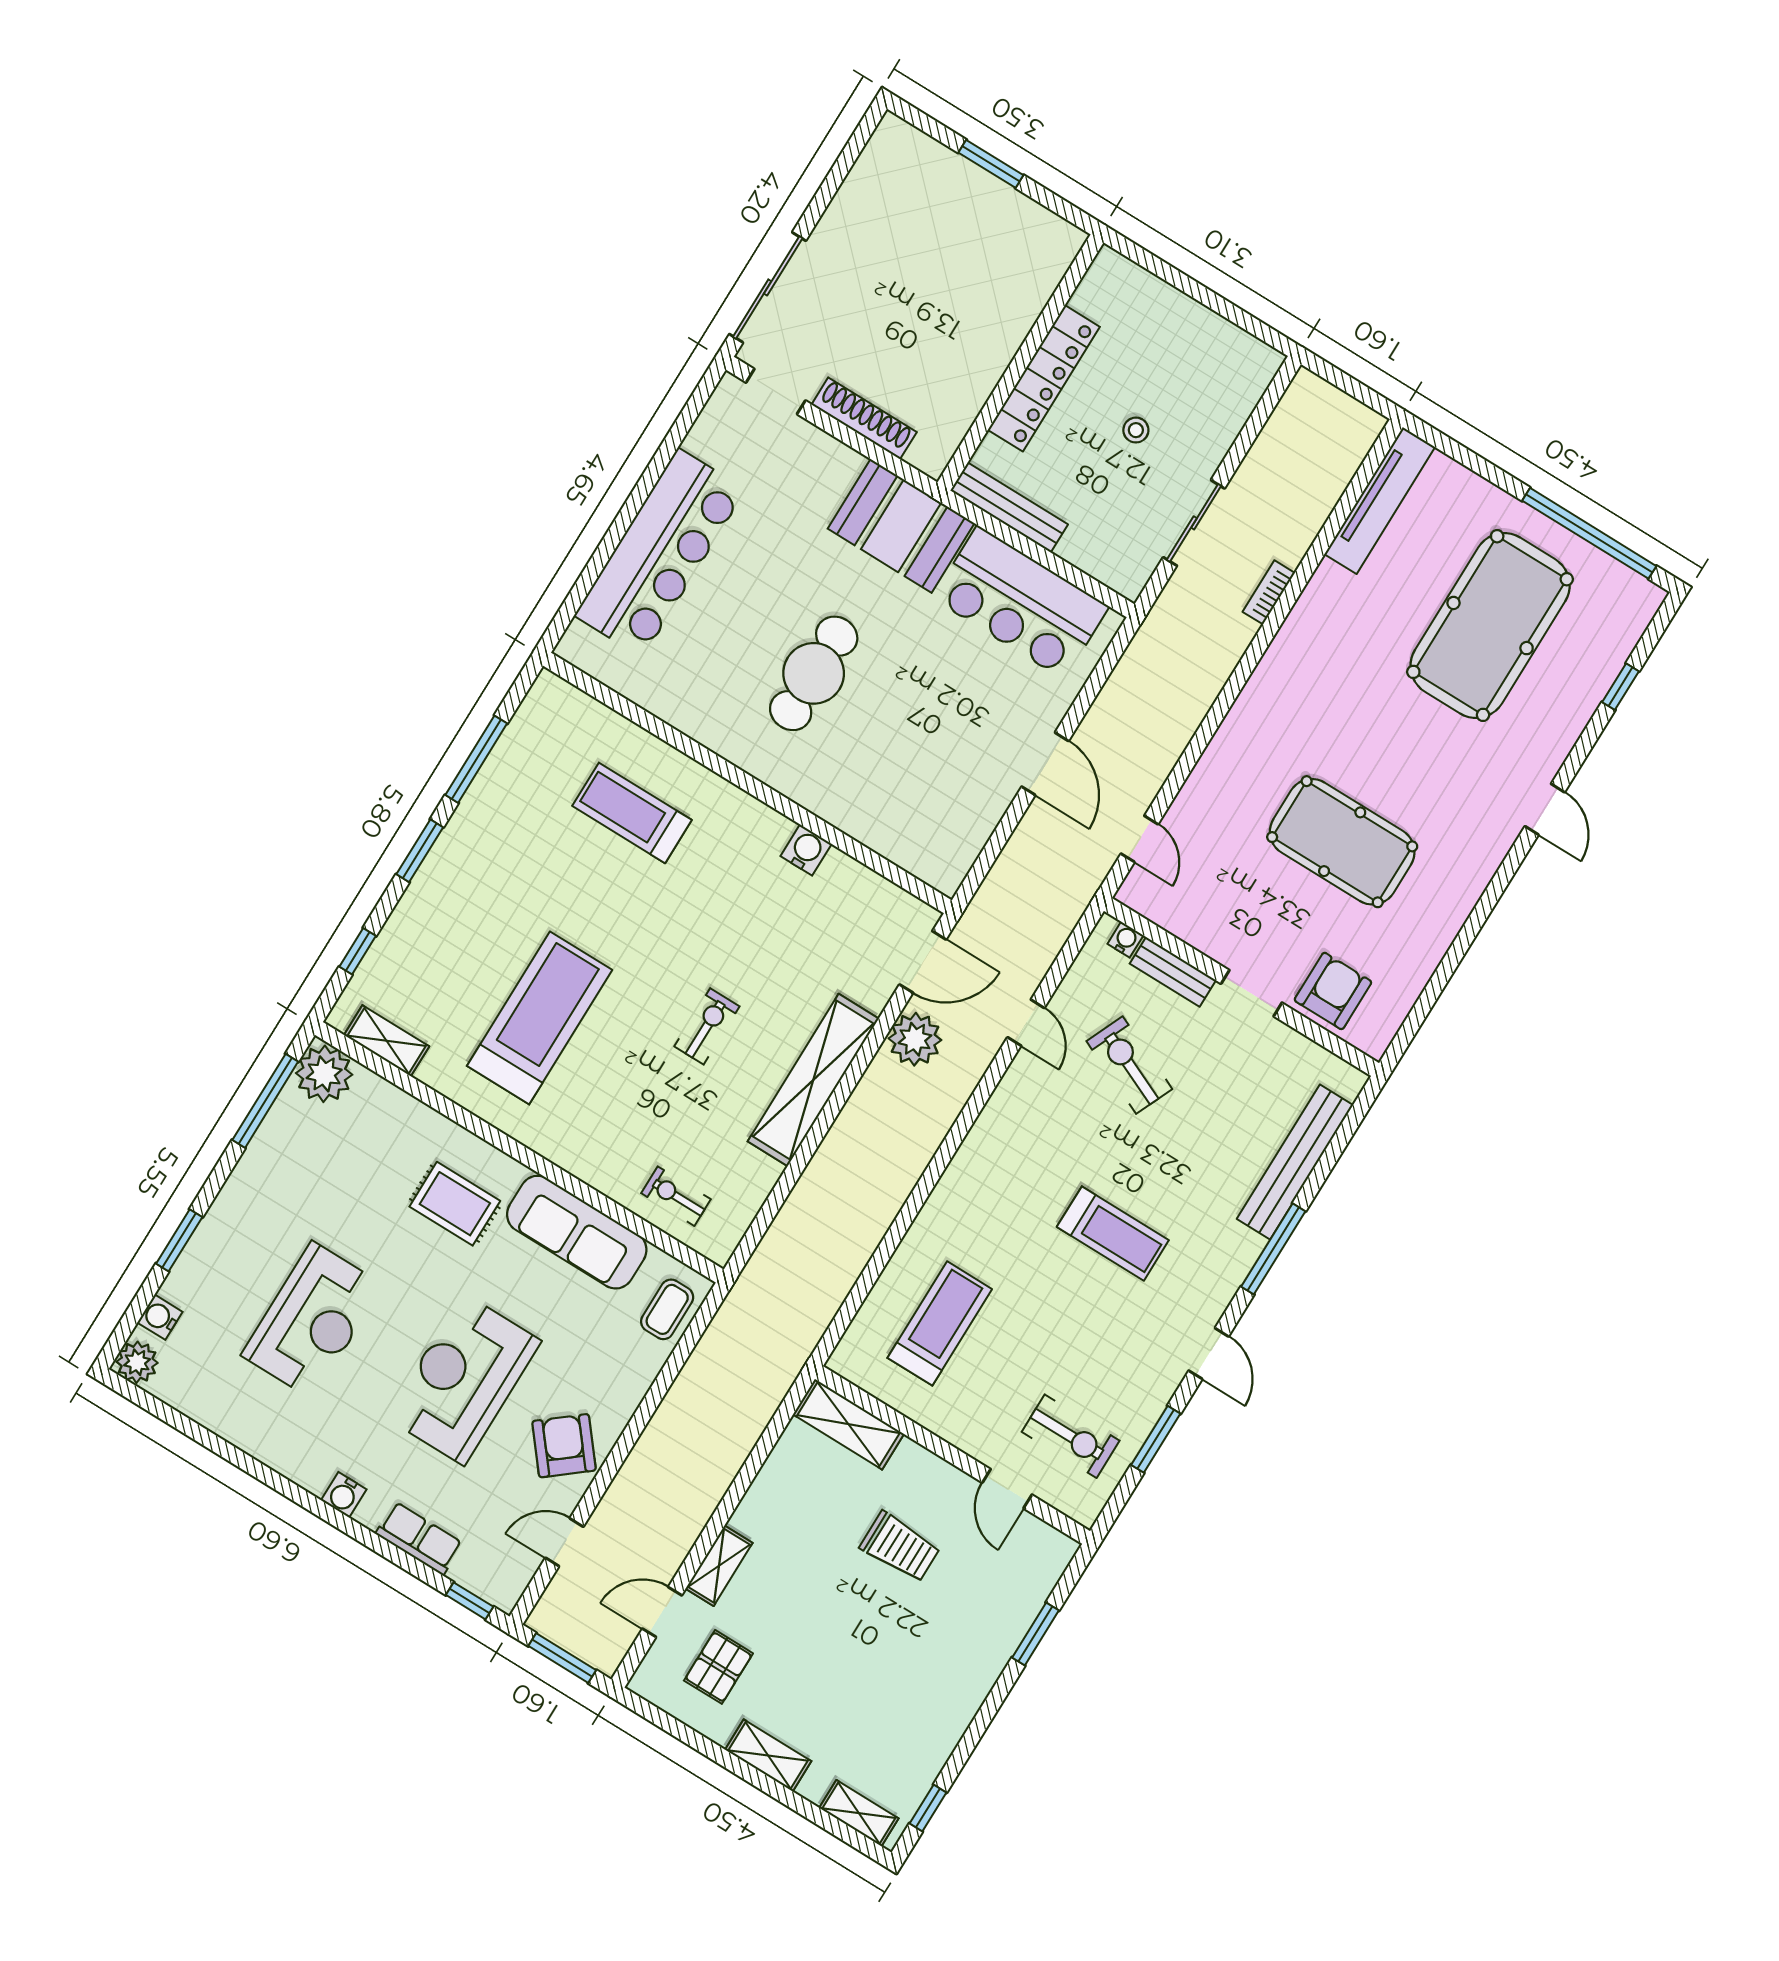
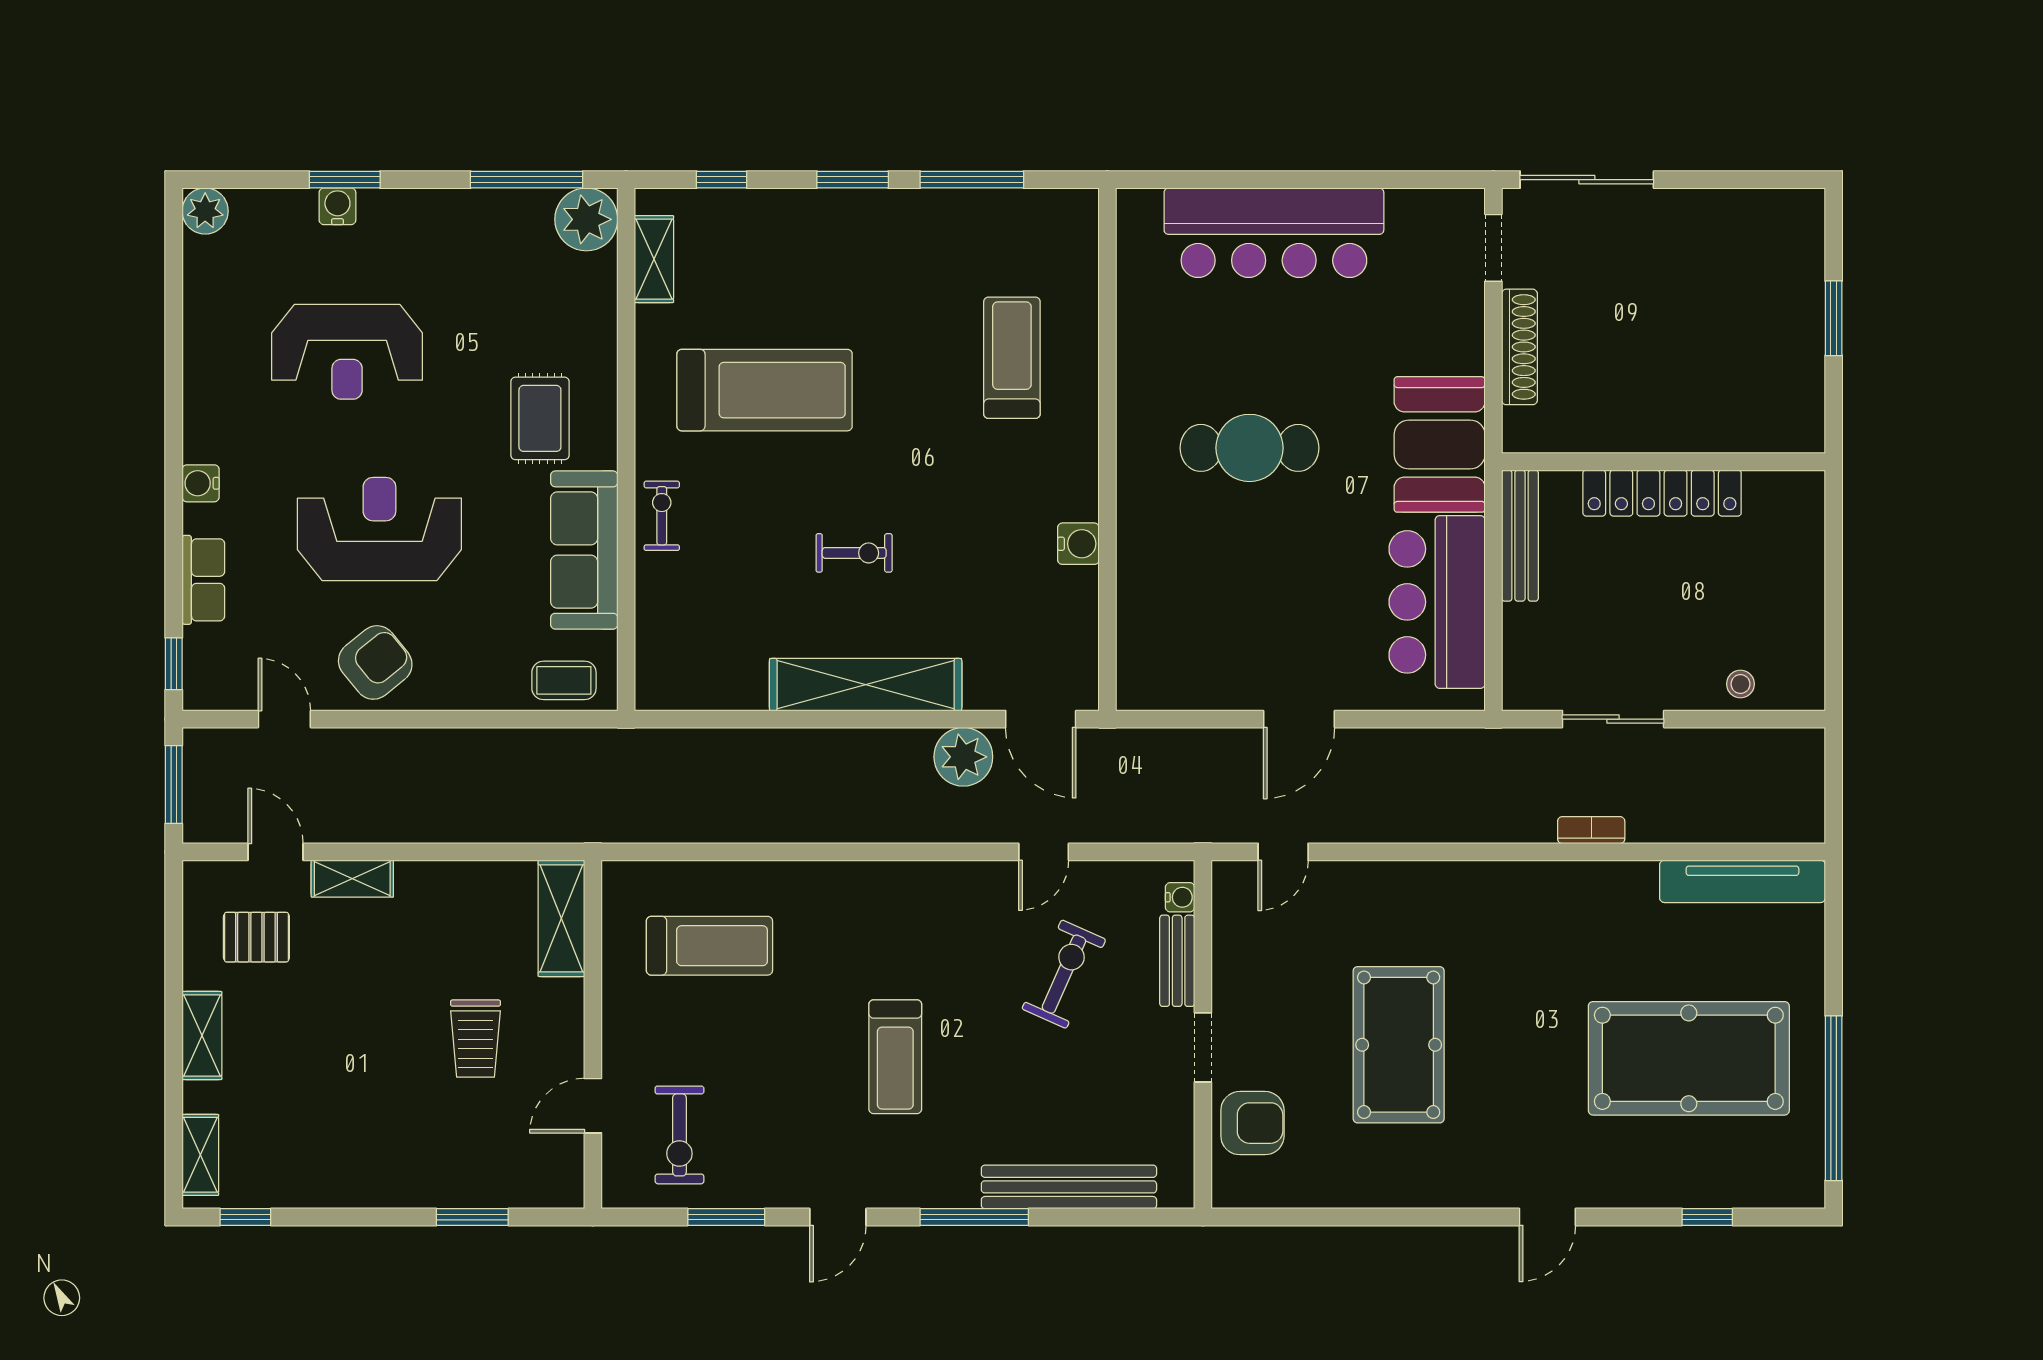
stool: (1136, 430) -> (1740, 684), moved
exercise bike: (676, 1196) -> (662, 516), moved
water cooler: (160, 1317) -> (337, 206), moved

